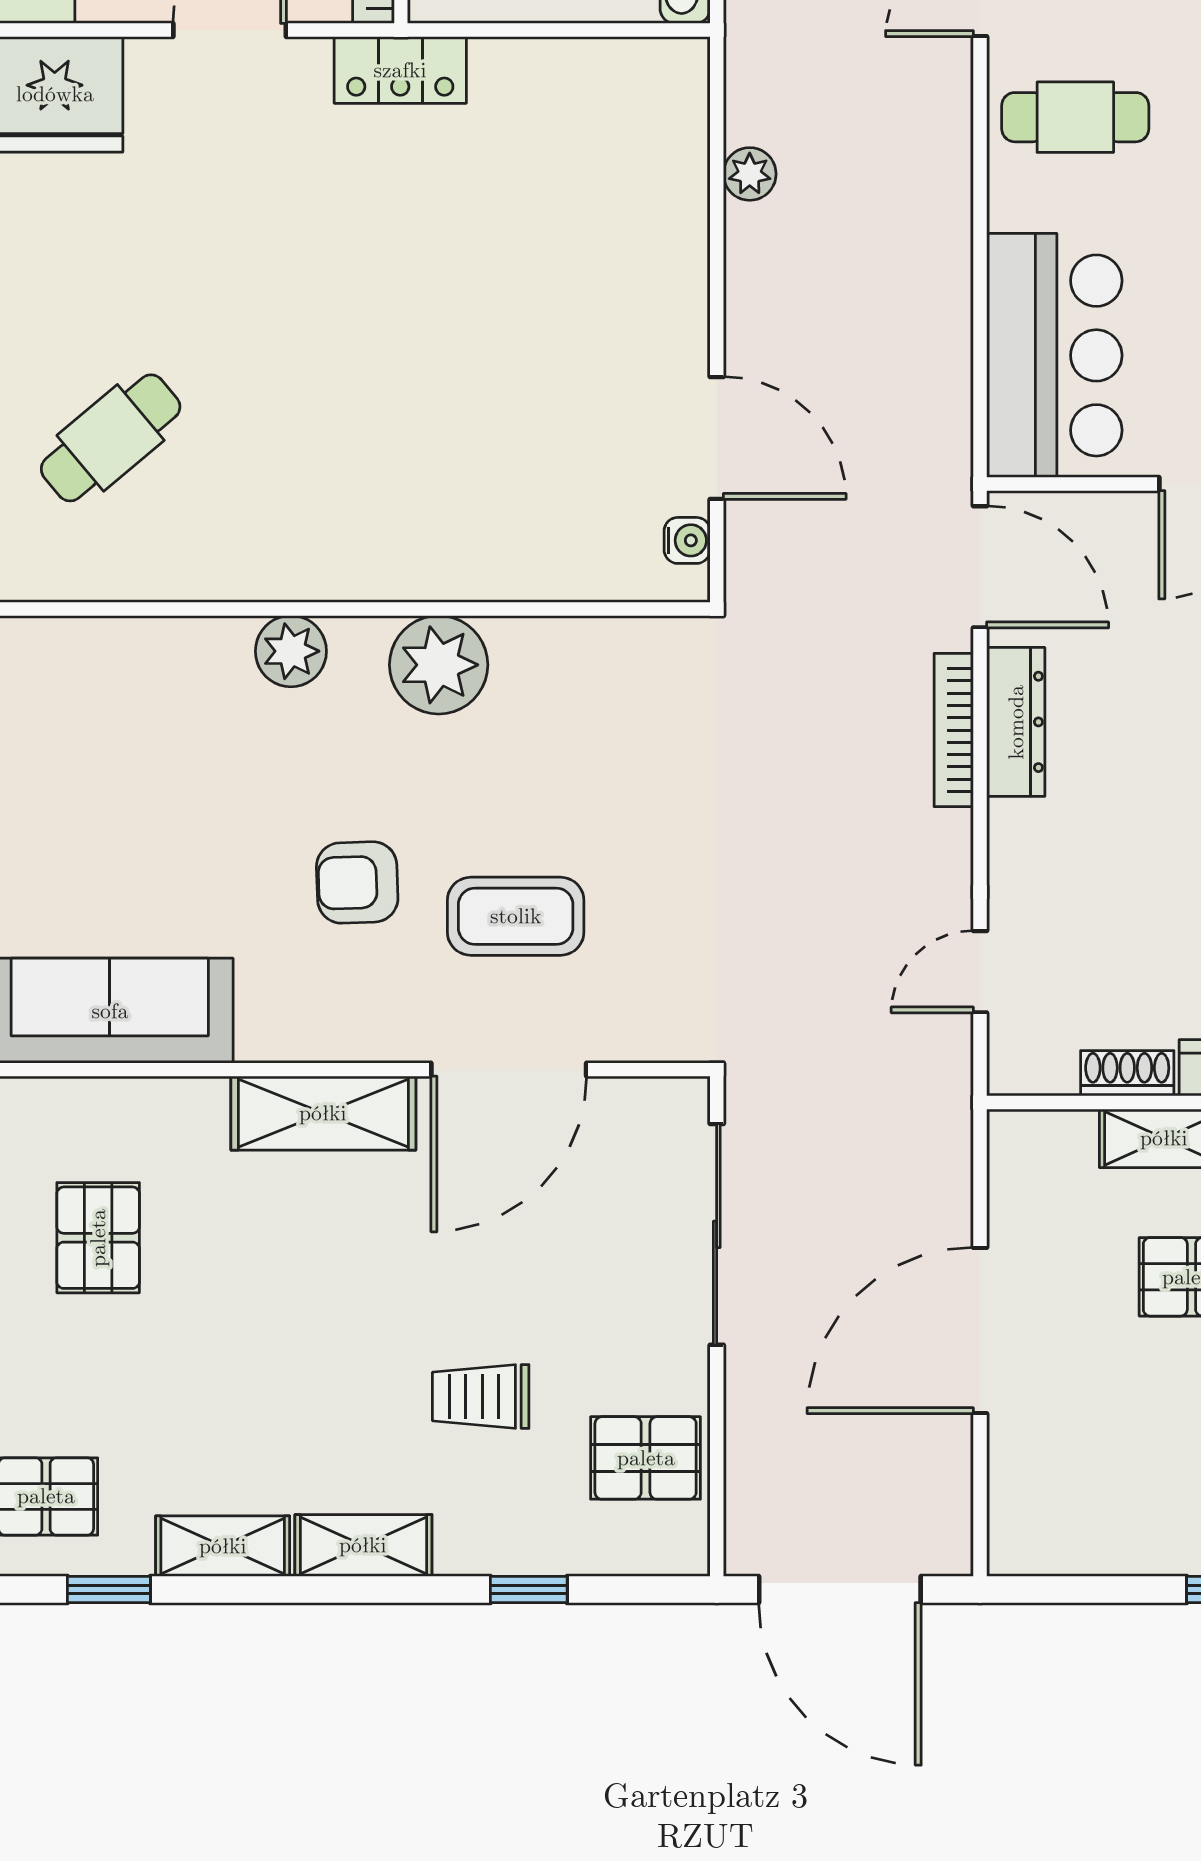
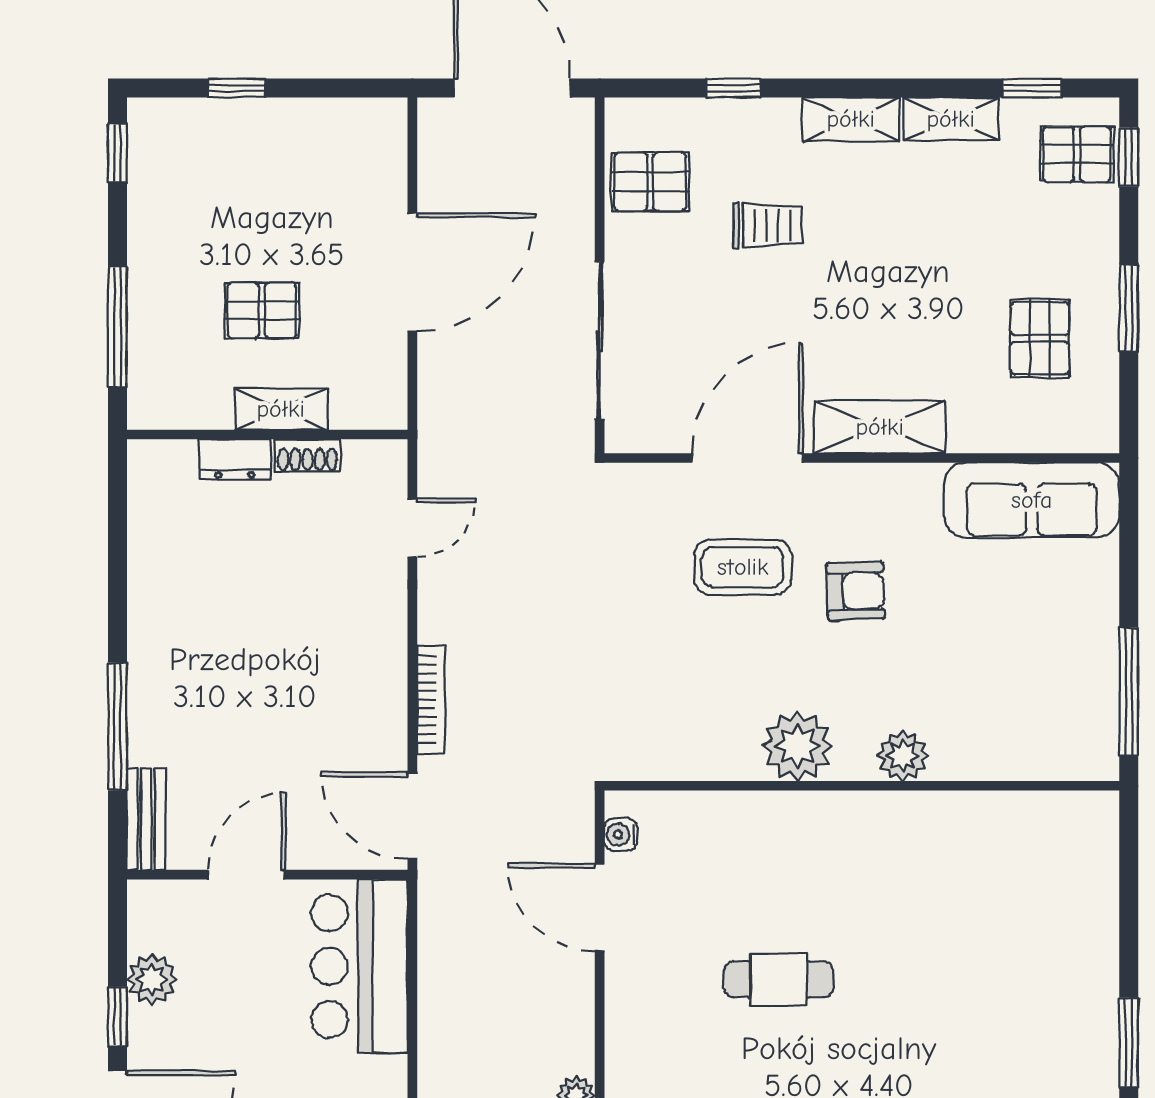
cafe table: (111, 438) -> (779, 979), moved, turned 40
dresser: (1016, 722) -> (387, 705), removed

